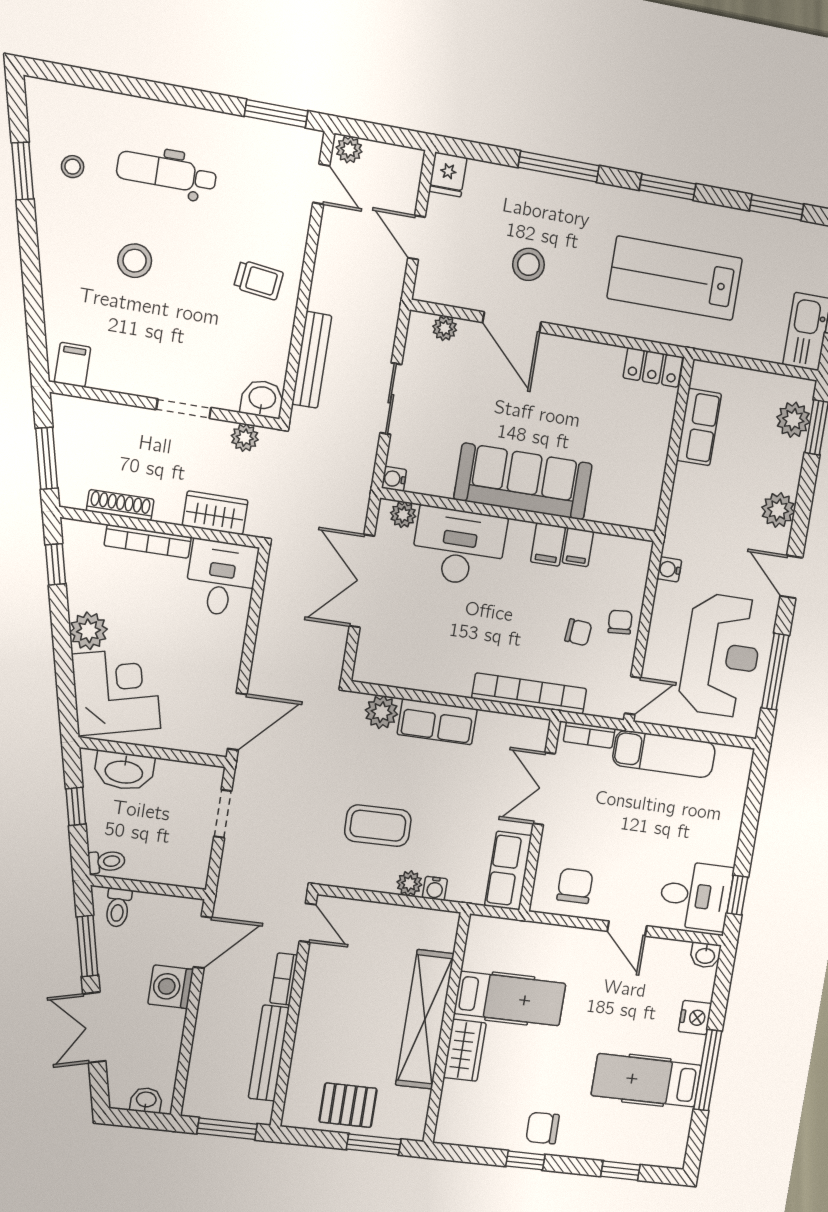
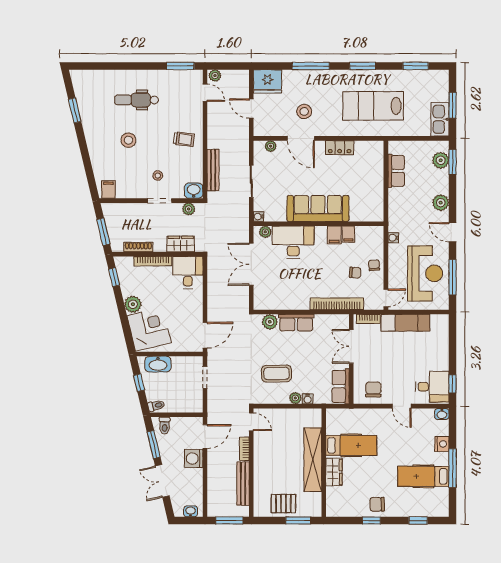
stool: (73, 167) -> (158, 176), moved
fridge: (448, 174) -> (267, 81), width x1.88, depth x1.34
locker: (653, 367) -> (340, 148), moved

